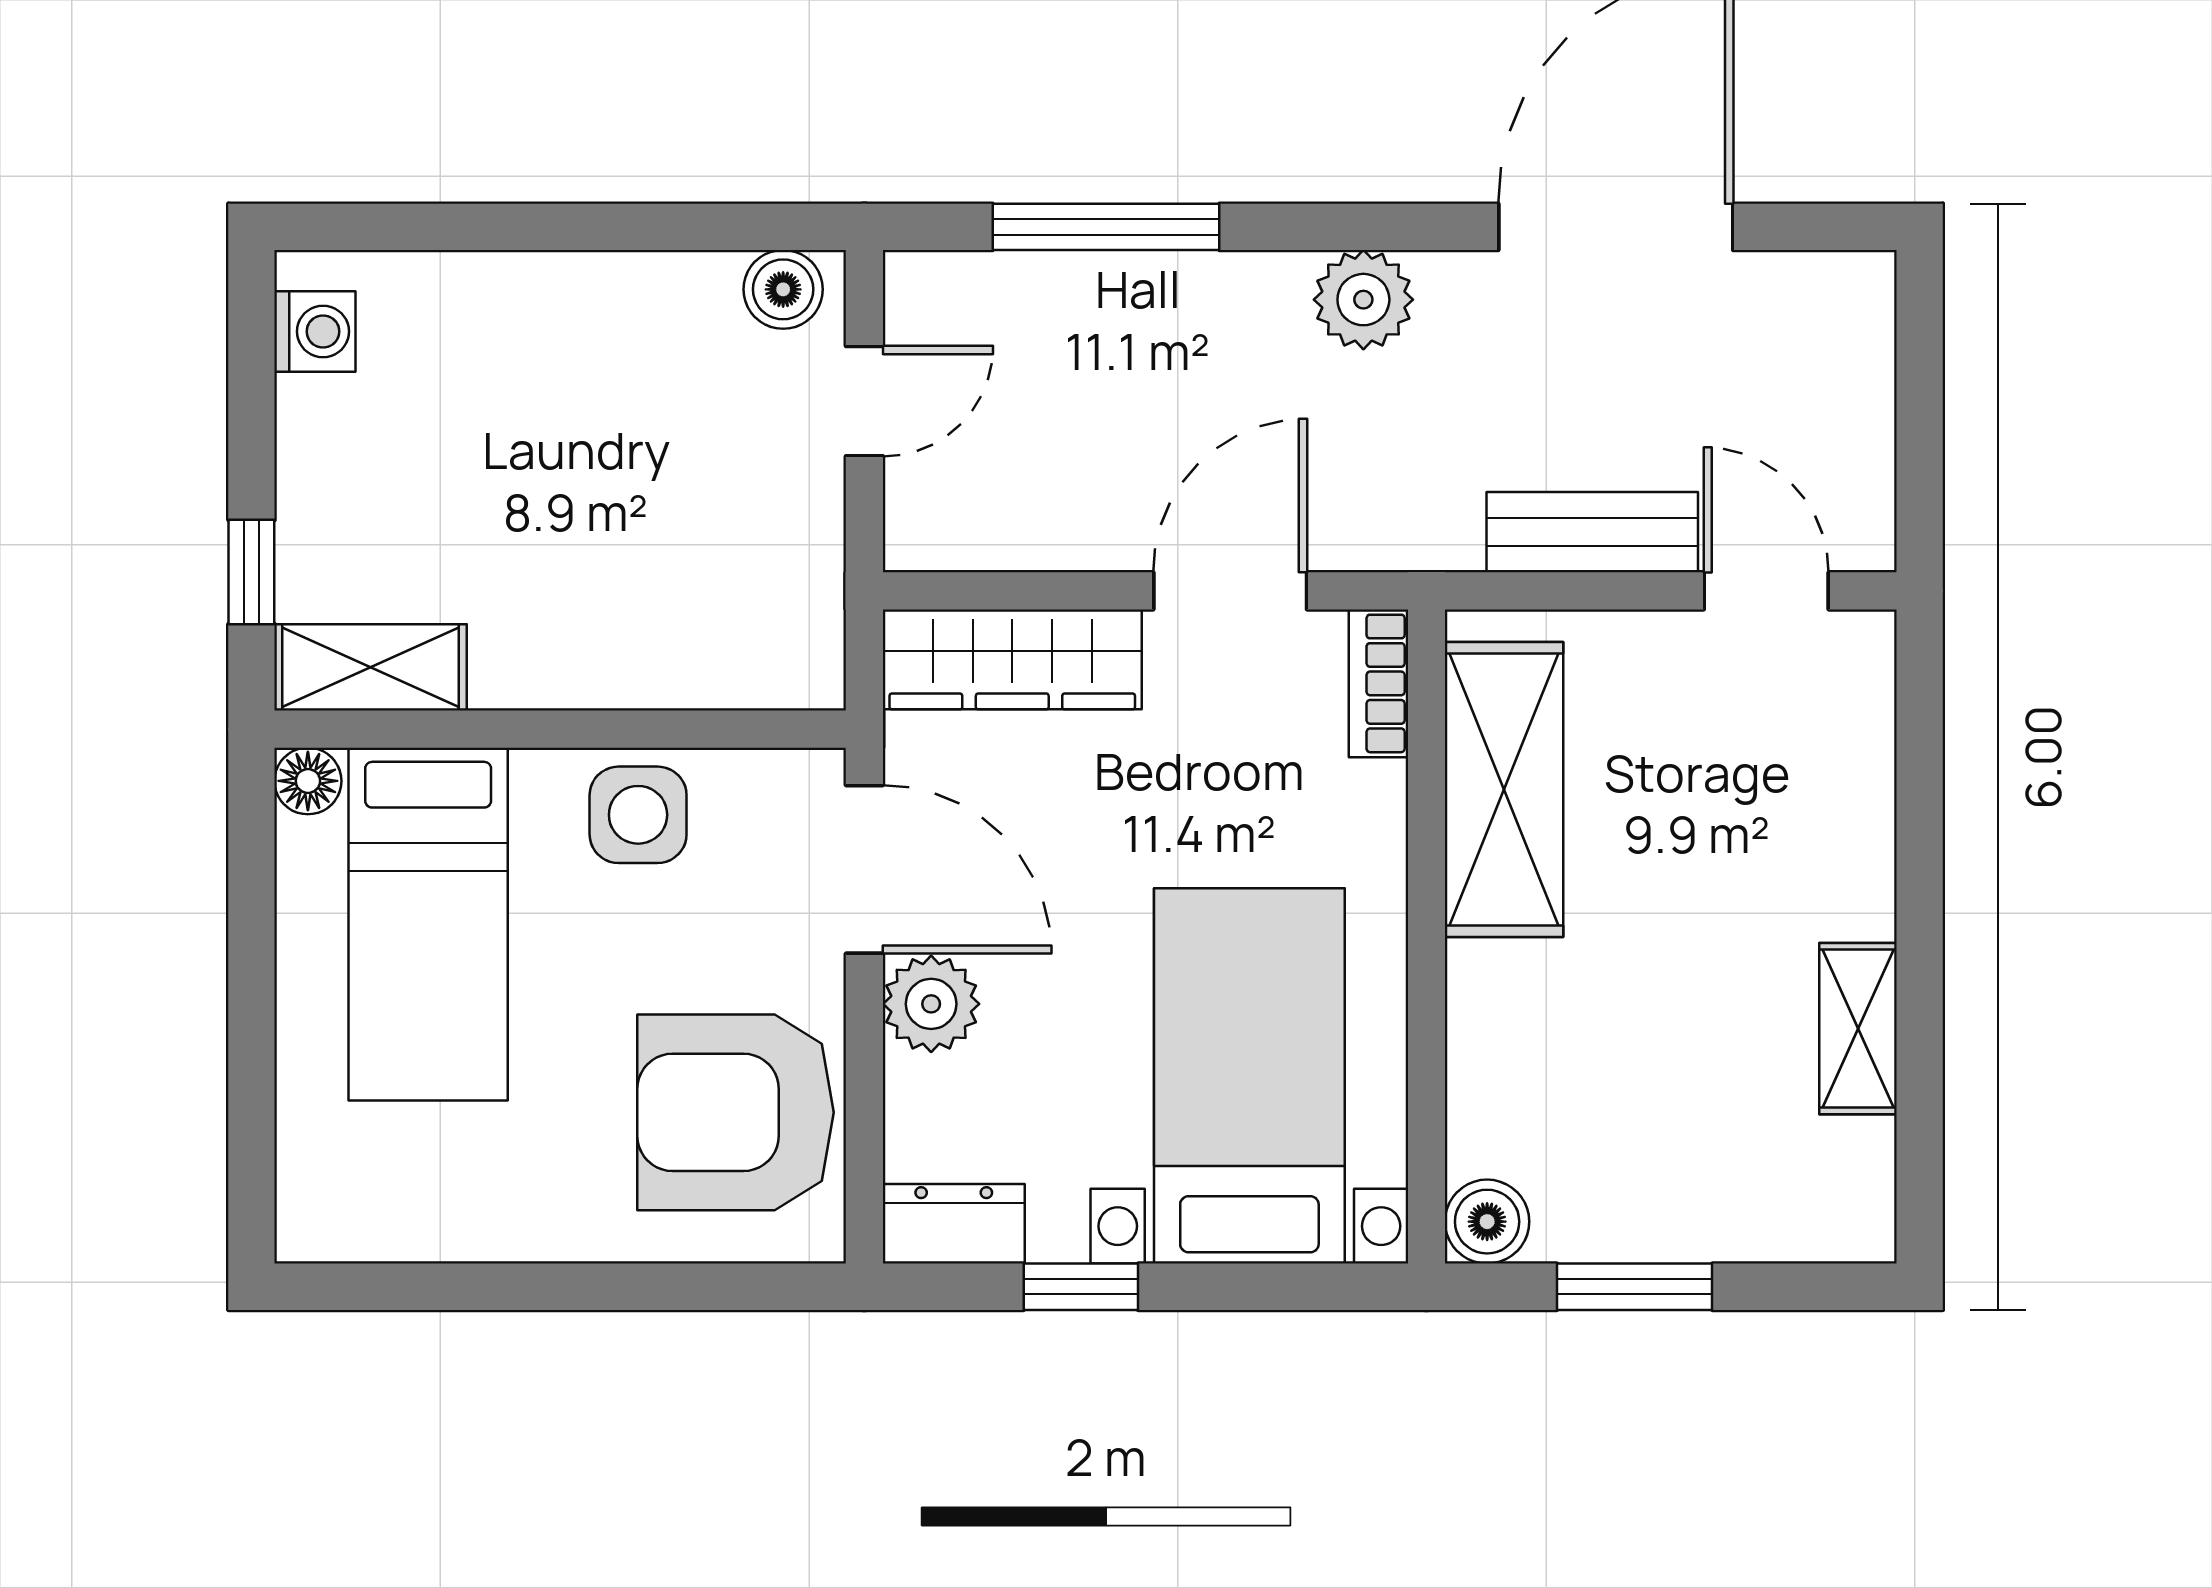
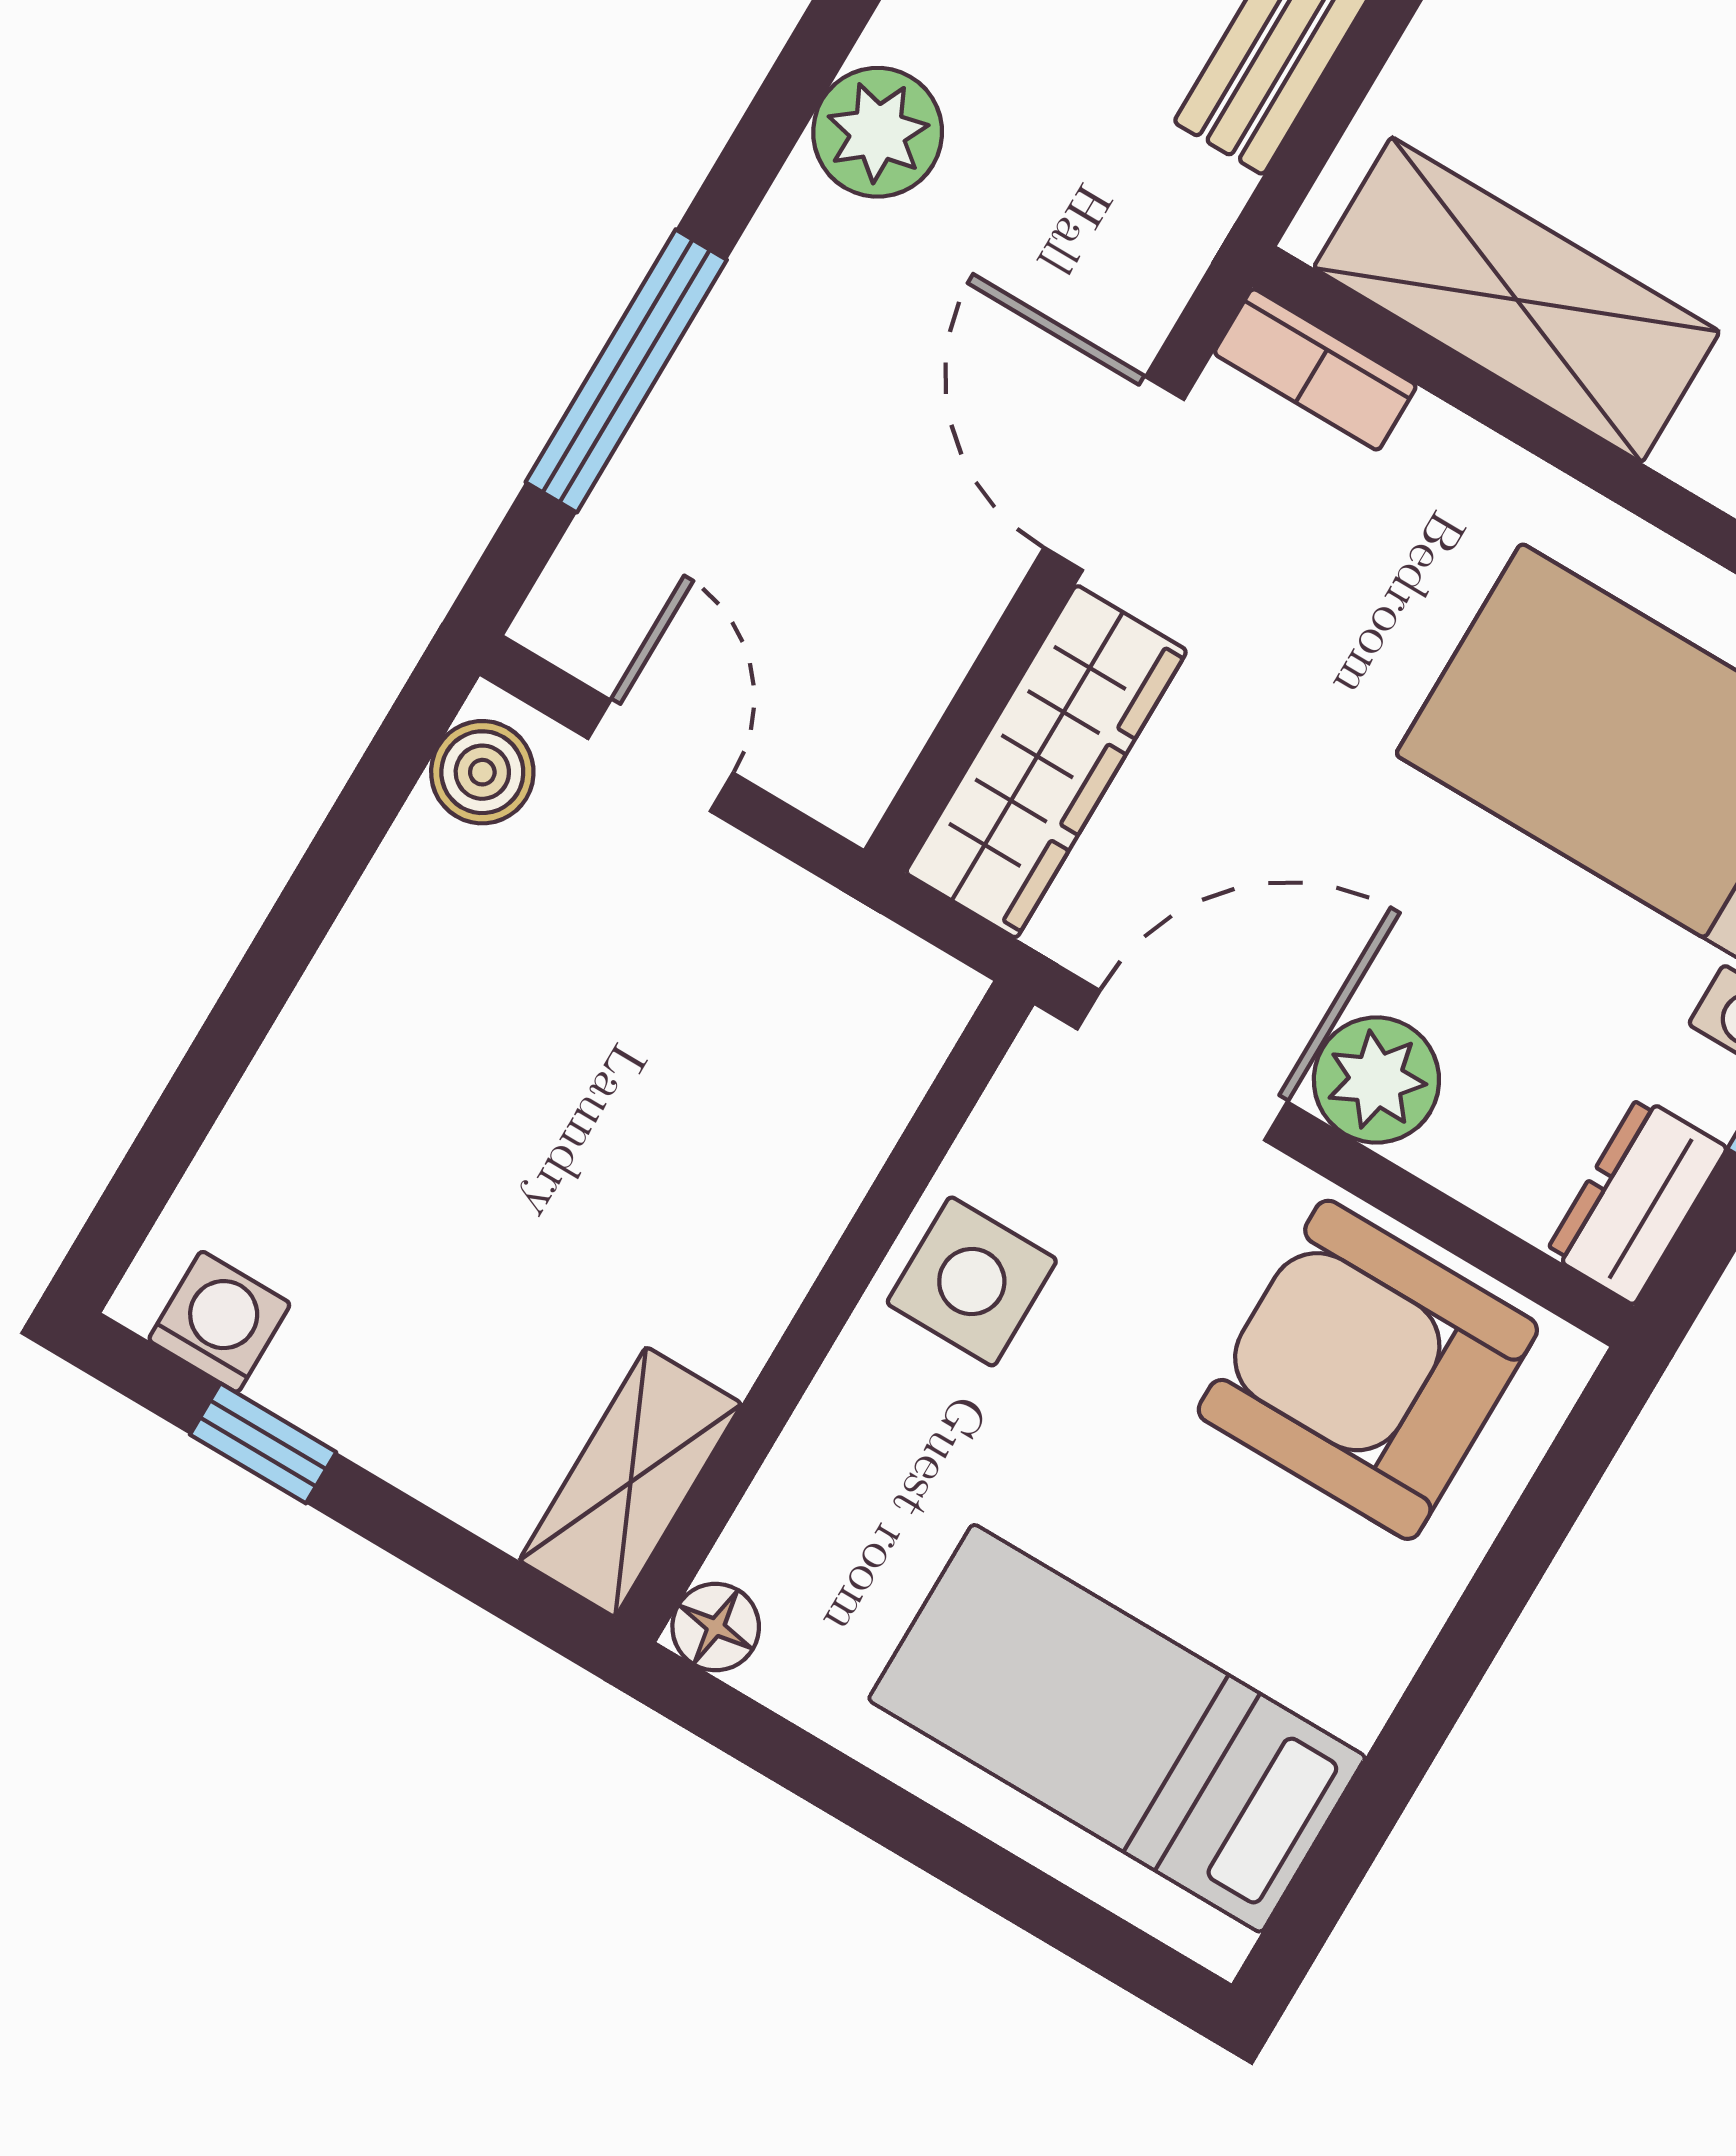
window: (251, 572) -> (263, 1443), moved
bed: (428, 924) -> (1117, 1728), moved, turned 180
armchair: (735, 1112) -> (1368, 1370), turned 90

